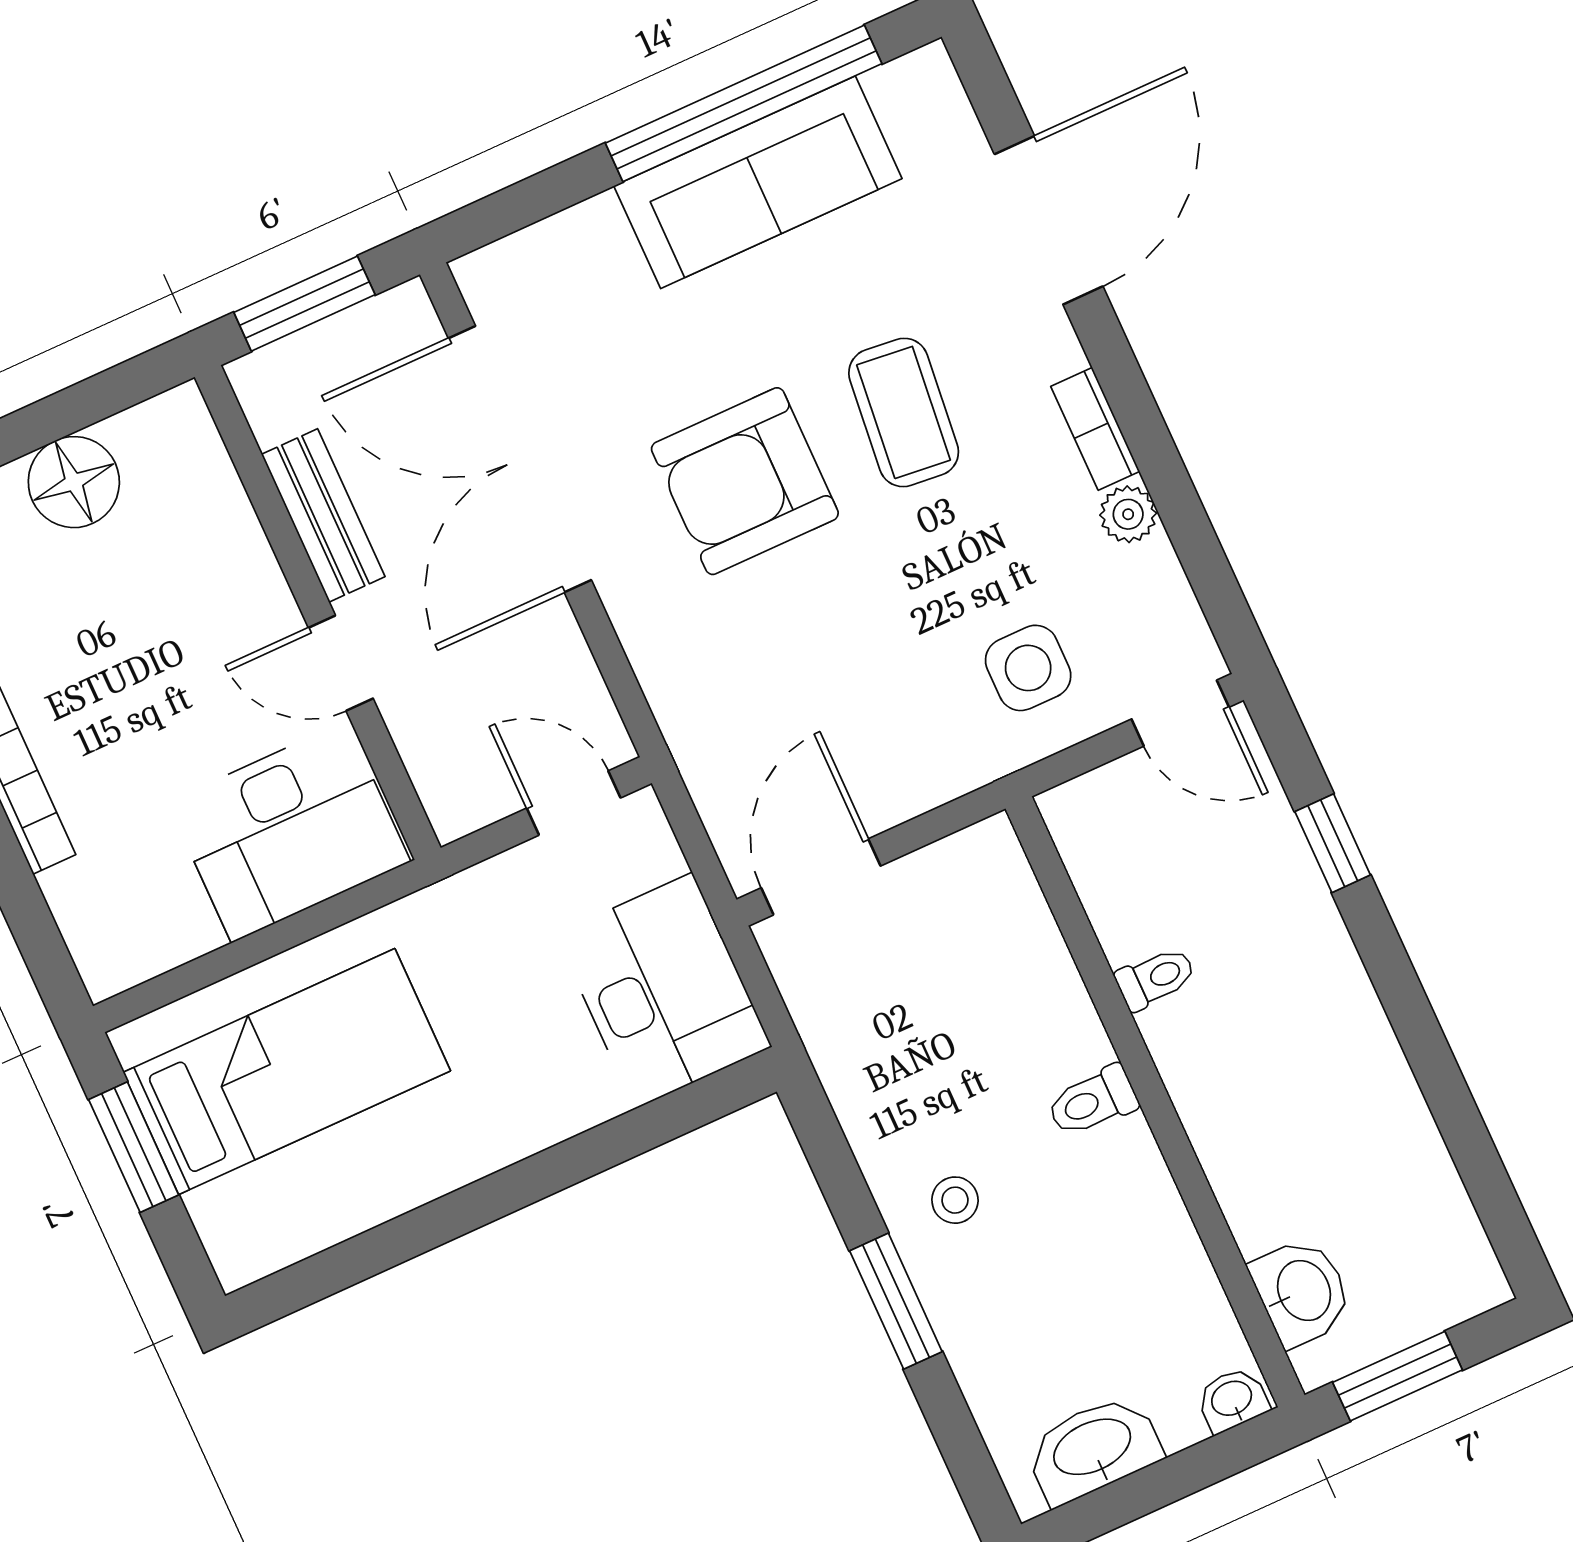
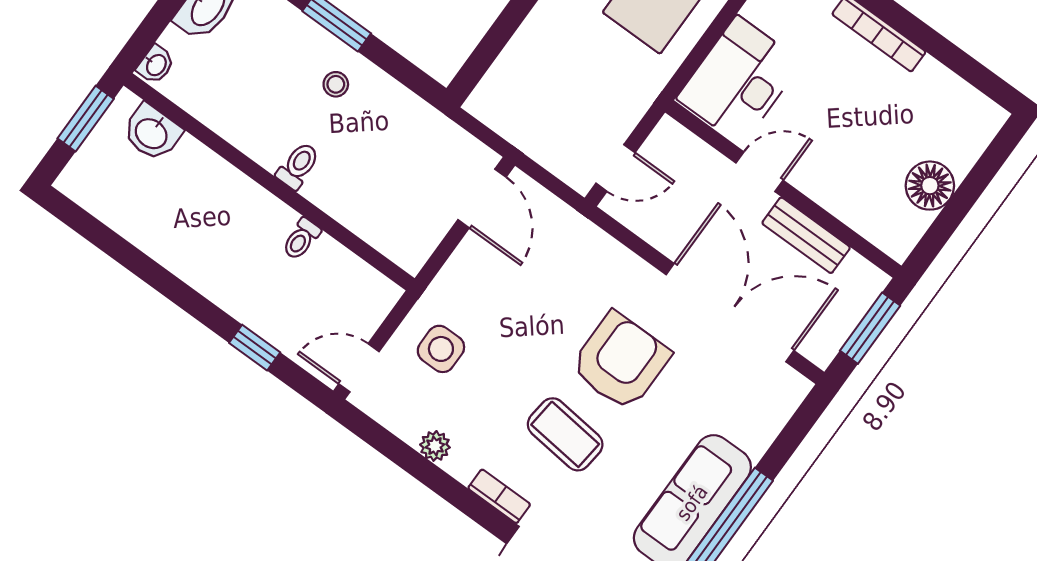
bookcase: (1095, 429) -> (499, 496), moved
desk: (664, 991) -> (525, 105), removed

